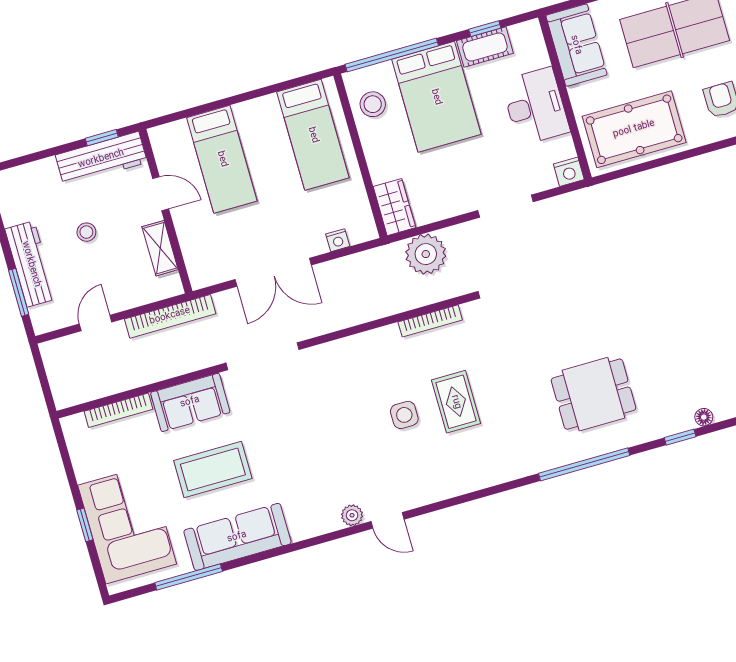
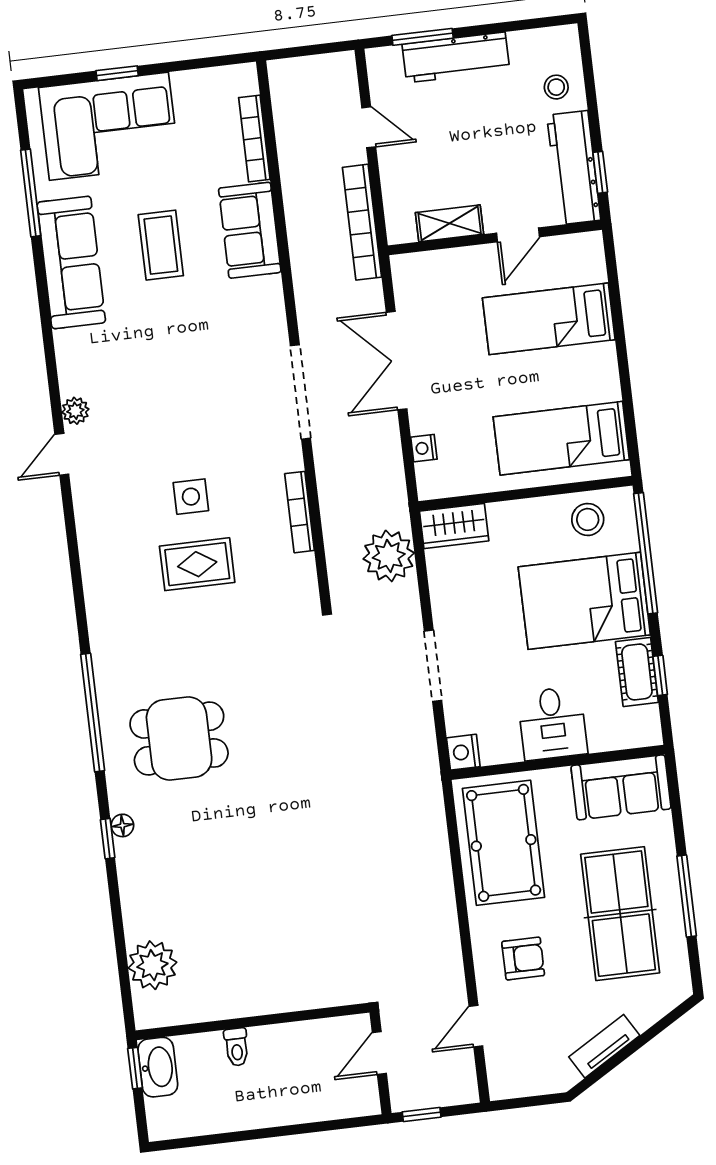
desk: (535, 106) -> (552, 723), width x0.73
stool: (86, 232) -> (556, 87), moved
bookcase: (430, 321) -> (300, 512), moved
doorway: (263, 356) -> (300, 392), moved
dining table: (594, 394) -> (179, 738), turned 90
floor lamp: (704, 417) -> (122, 825), moved
coffee table: (213, 470) -> (161, 245), width x0.73, depth x0.76

